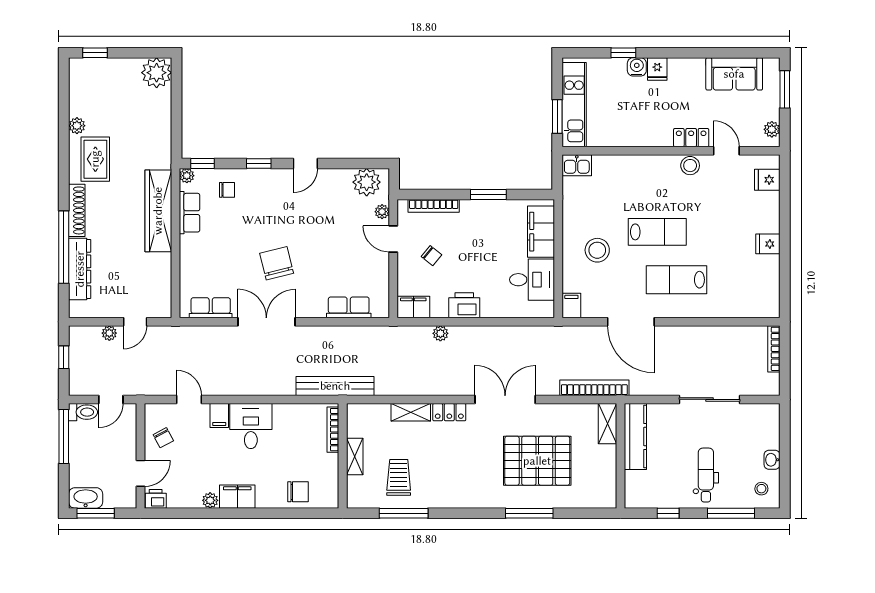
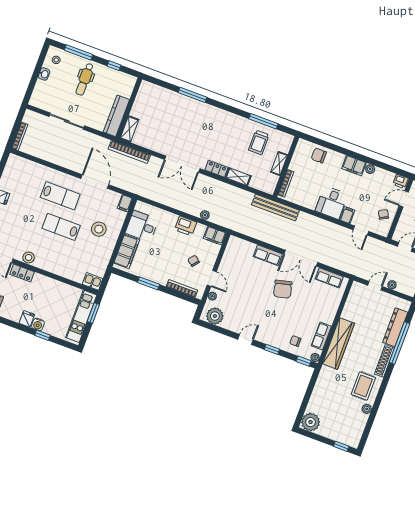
row of seats: (349, 307) -> (268, 255), moved
pallet: (537, 461) -> (177, 123), removed

